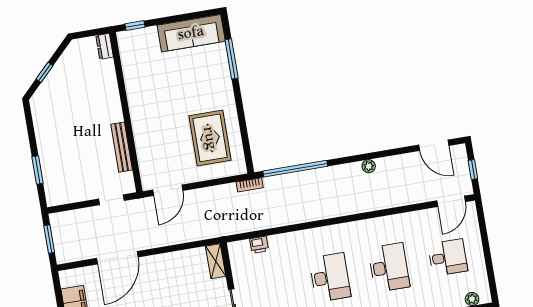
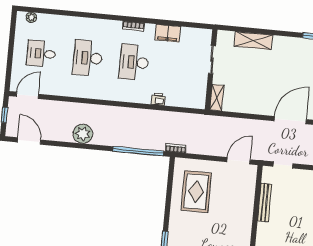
plant: (369, 166) -> (83, 134), width x1.88, depth x1.88
printer: (259, 245) -> (158, 99), moved

